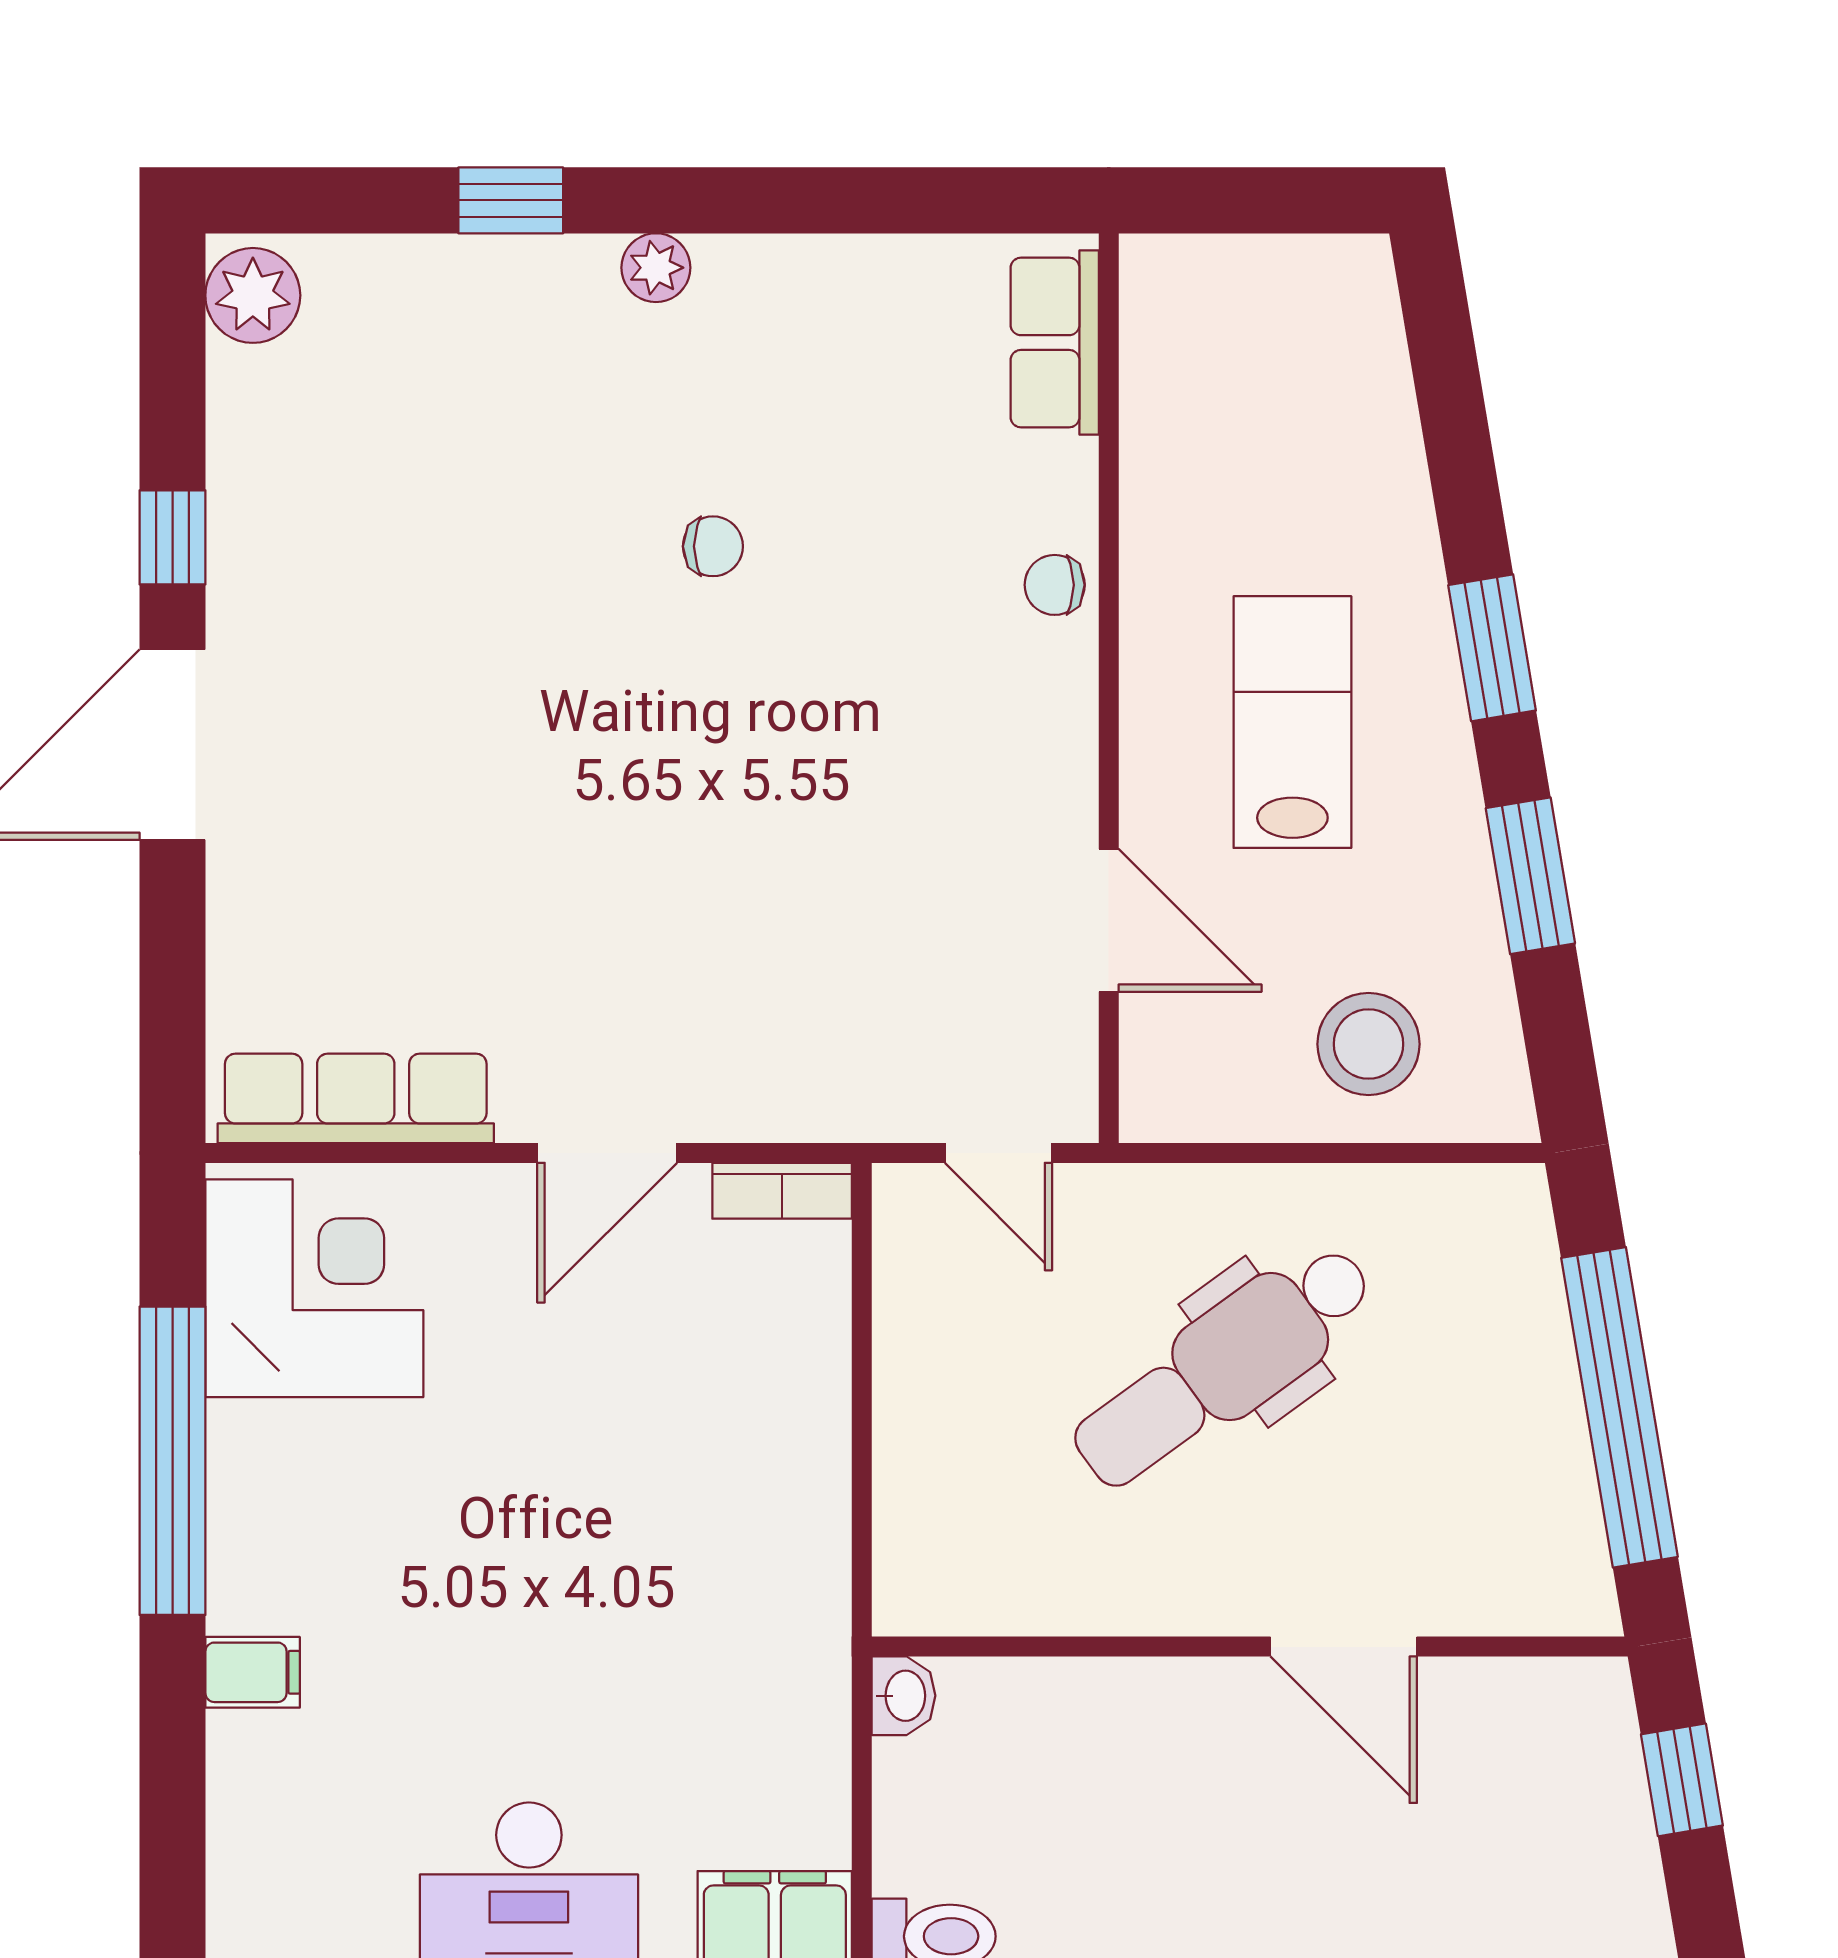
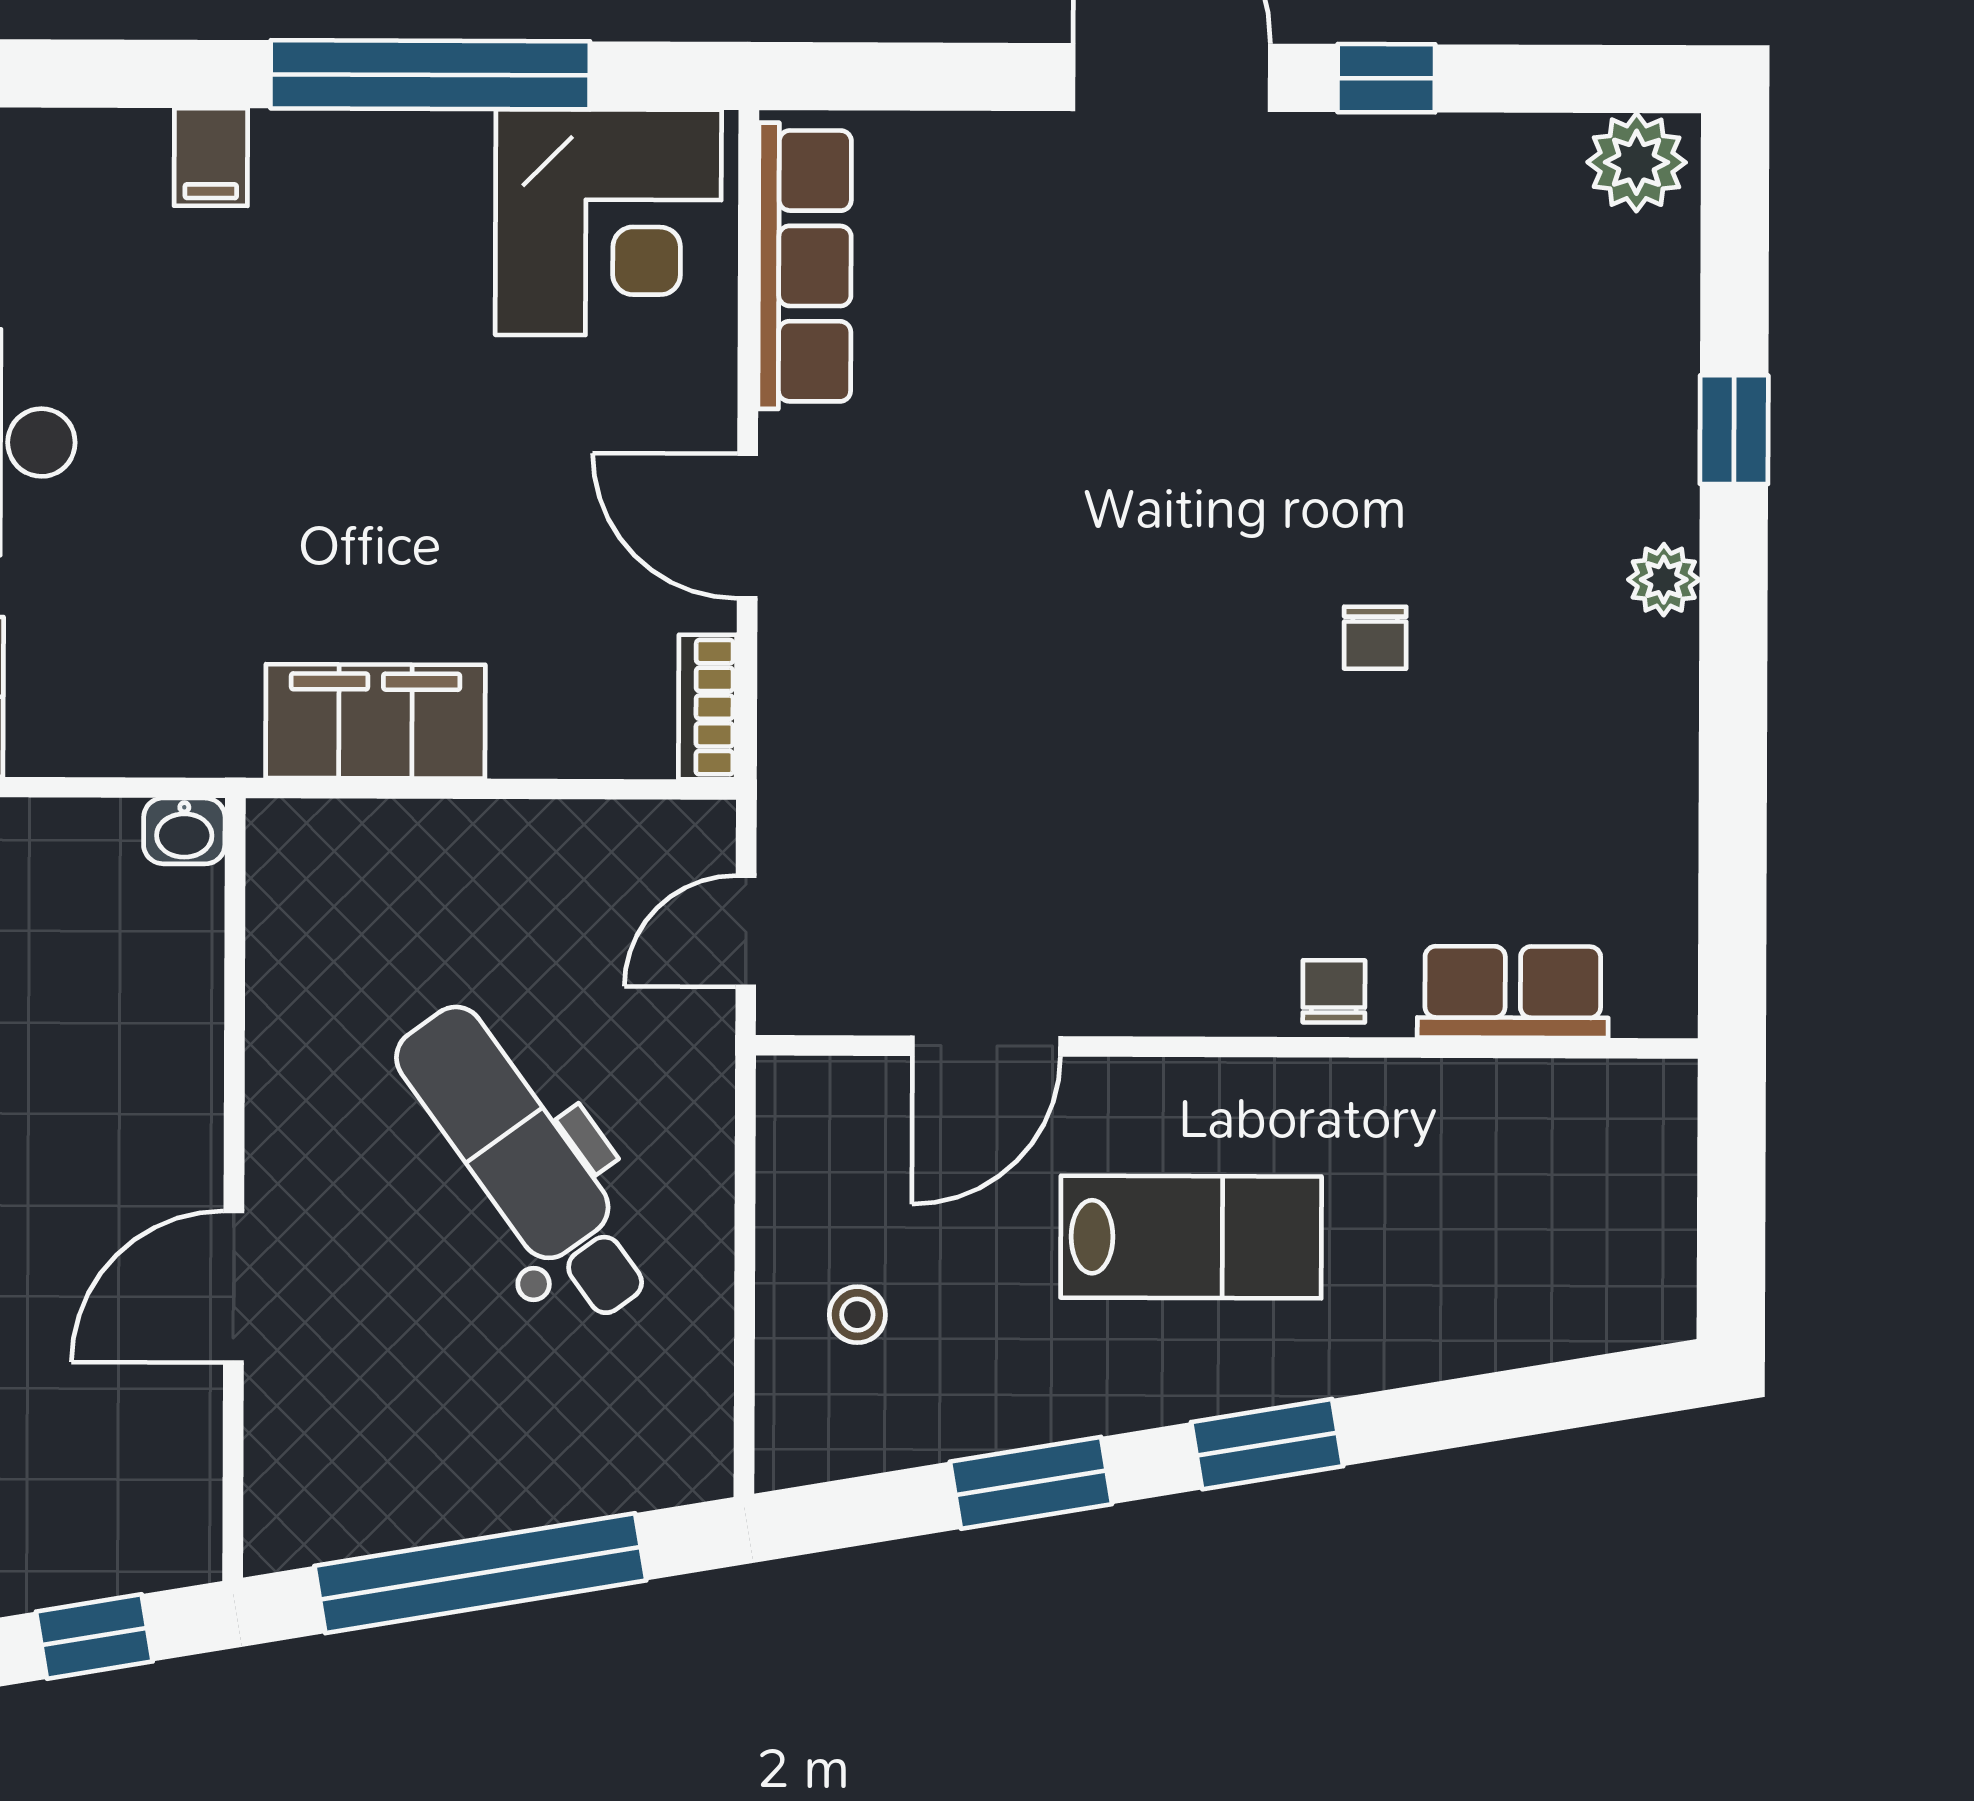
row of seats: (1055, 343) -> (1513, 992), moved
stool: (1369, 1044) -> (857, 1315), width x0.53, depth x0.53
filing cabinet: (797, 1511) -> (375, 721), added

